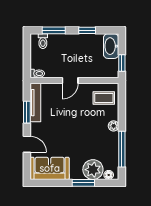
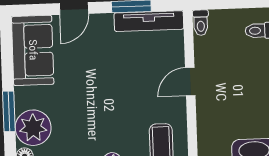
door: (70, 81) -> (190, 82), hinge flipped

